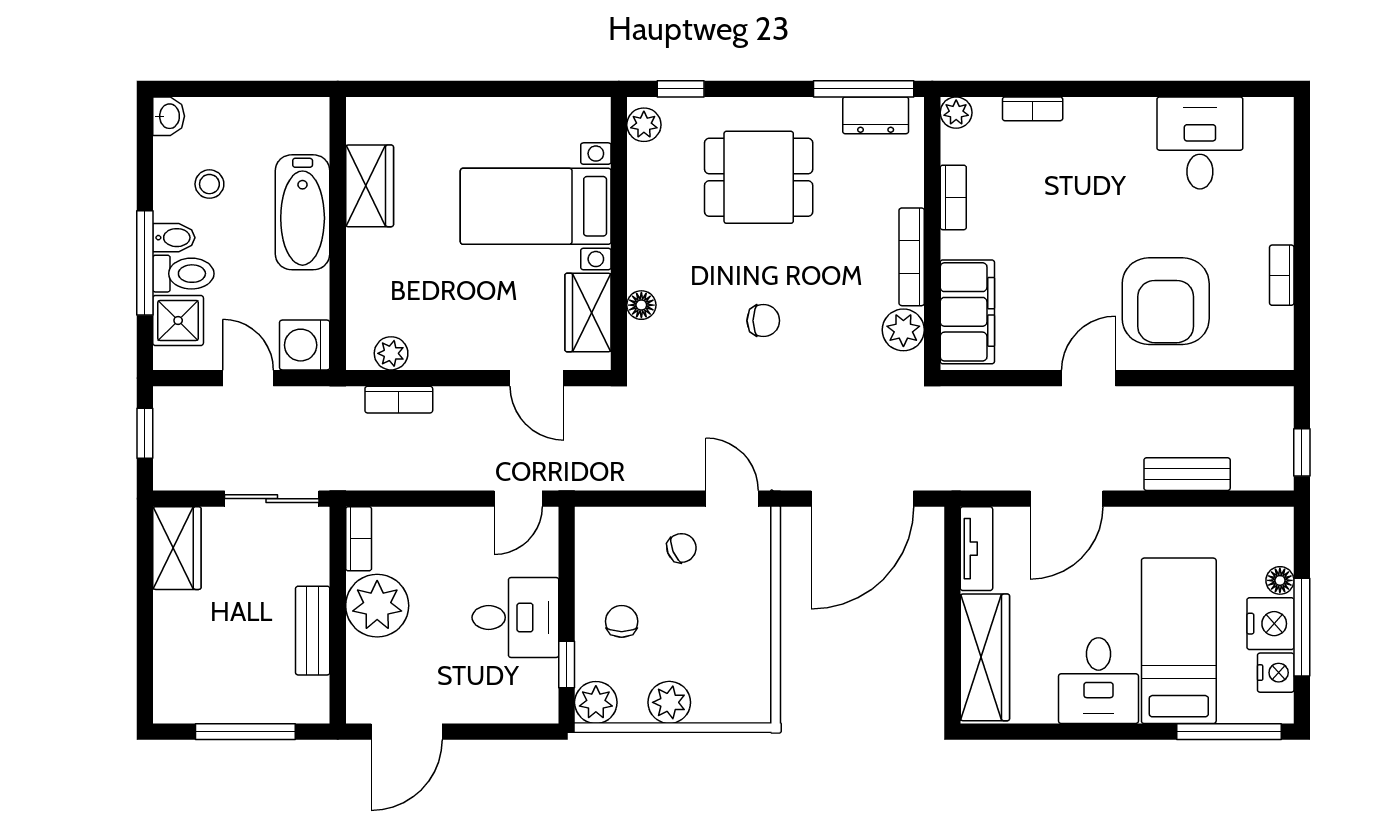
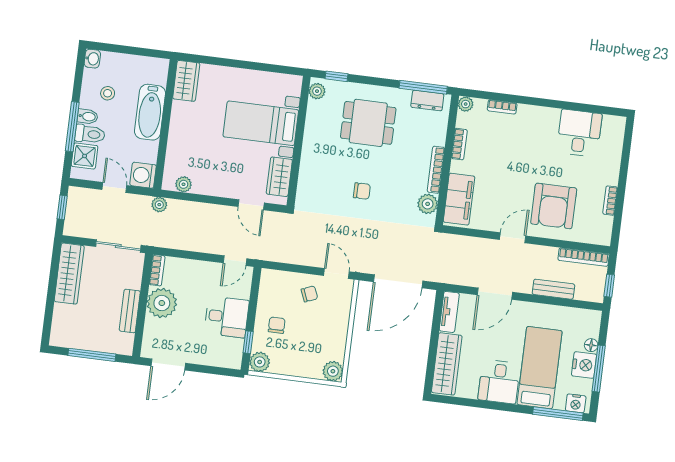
wardrobe: (370, 186) -> (186, 81), moved
floor lamp: (641, 305) -> (305, 176), removed
bookcase: (399, 400) -> (584, 257), moved, width x1.56
plant: (346, 402) -> (159, 205), added
wardrobe: (177, 548) -> (69, 274), width x1.50
nightstand: (1276, 673) -> (576, 403), moved, turned 90
plant: (669, 702) -> (333, 371), moved

